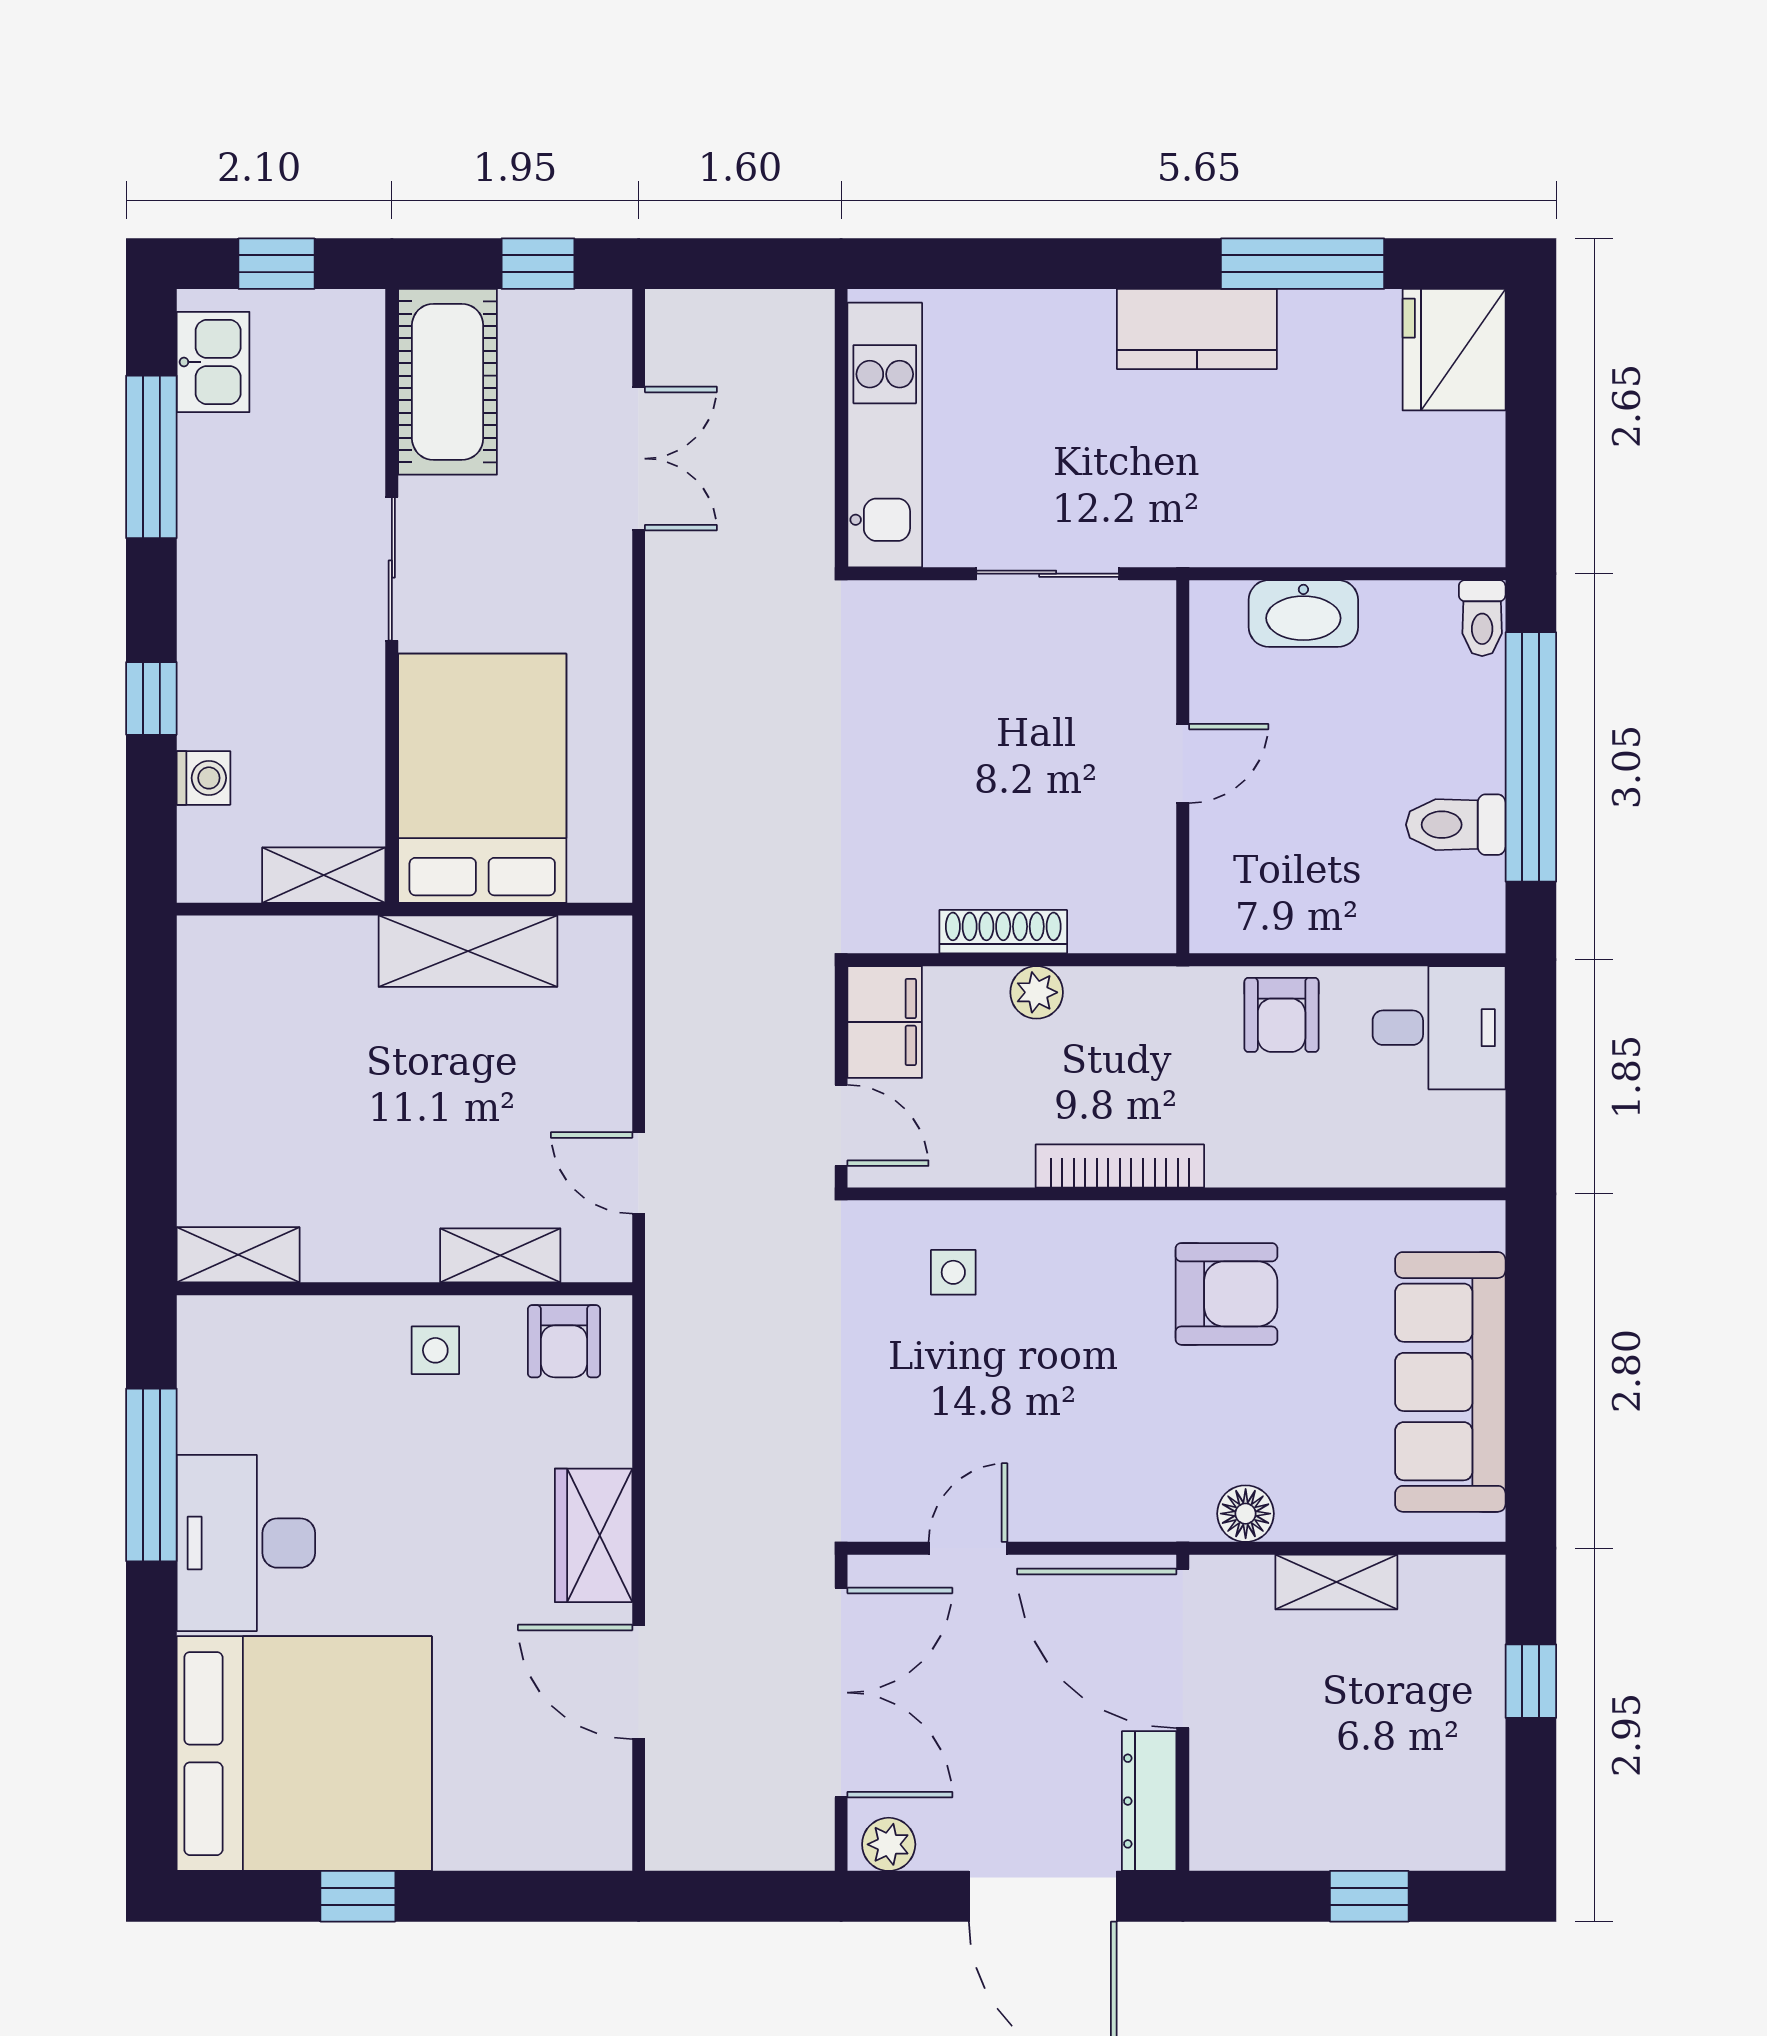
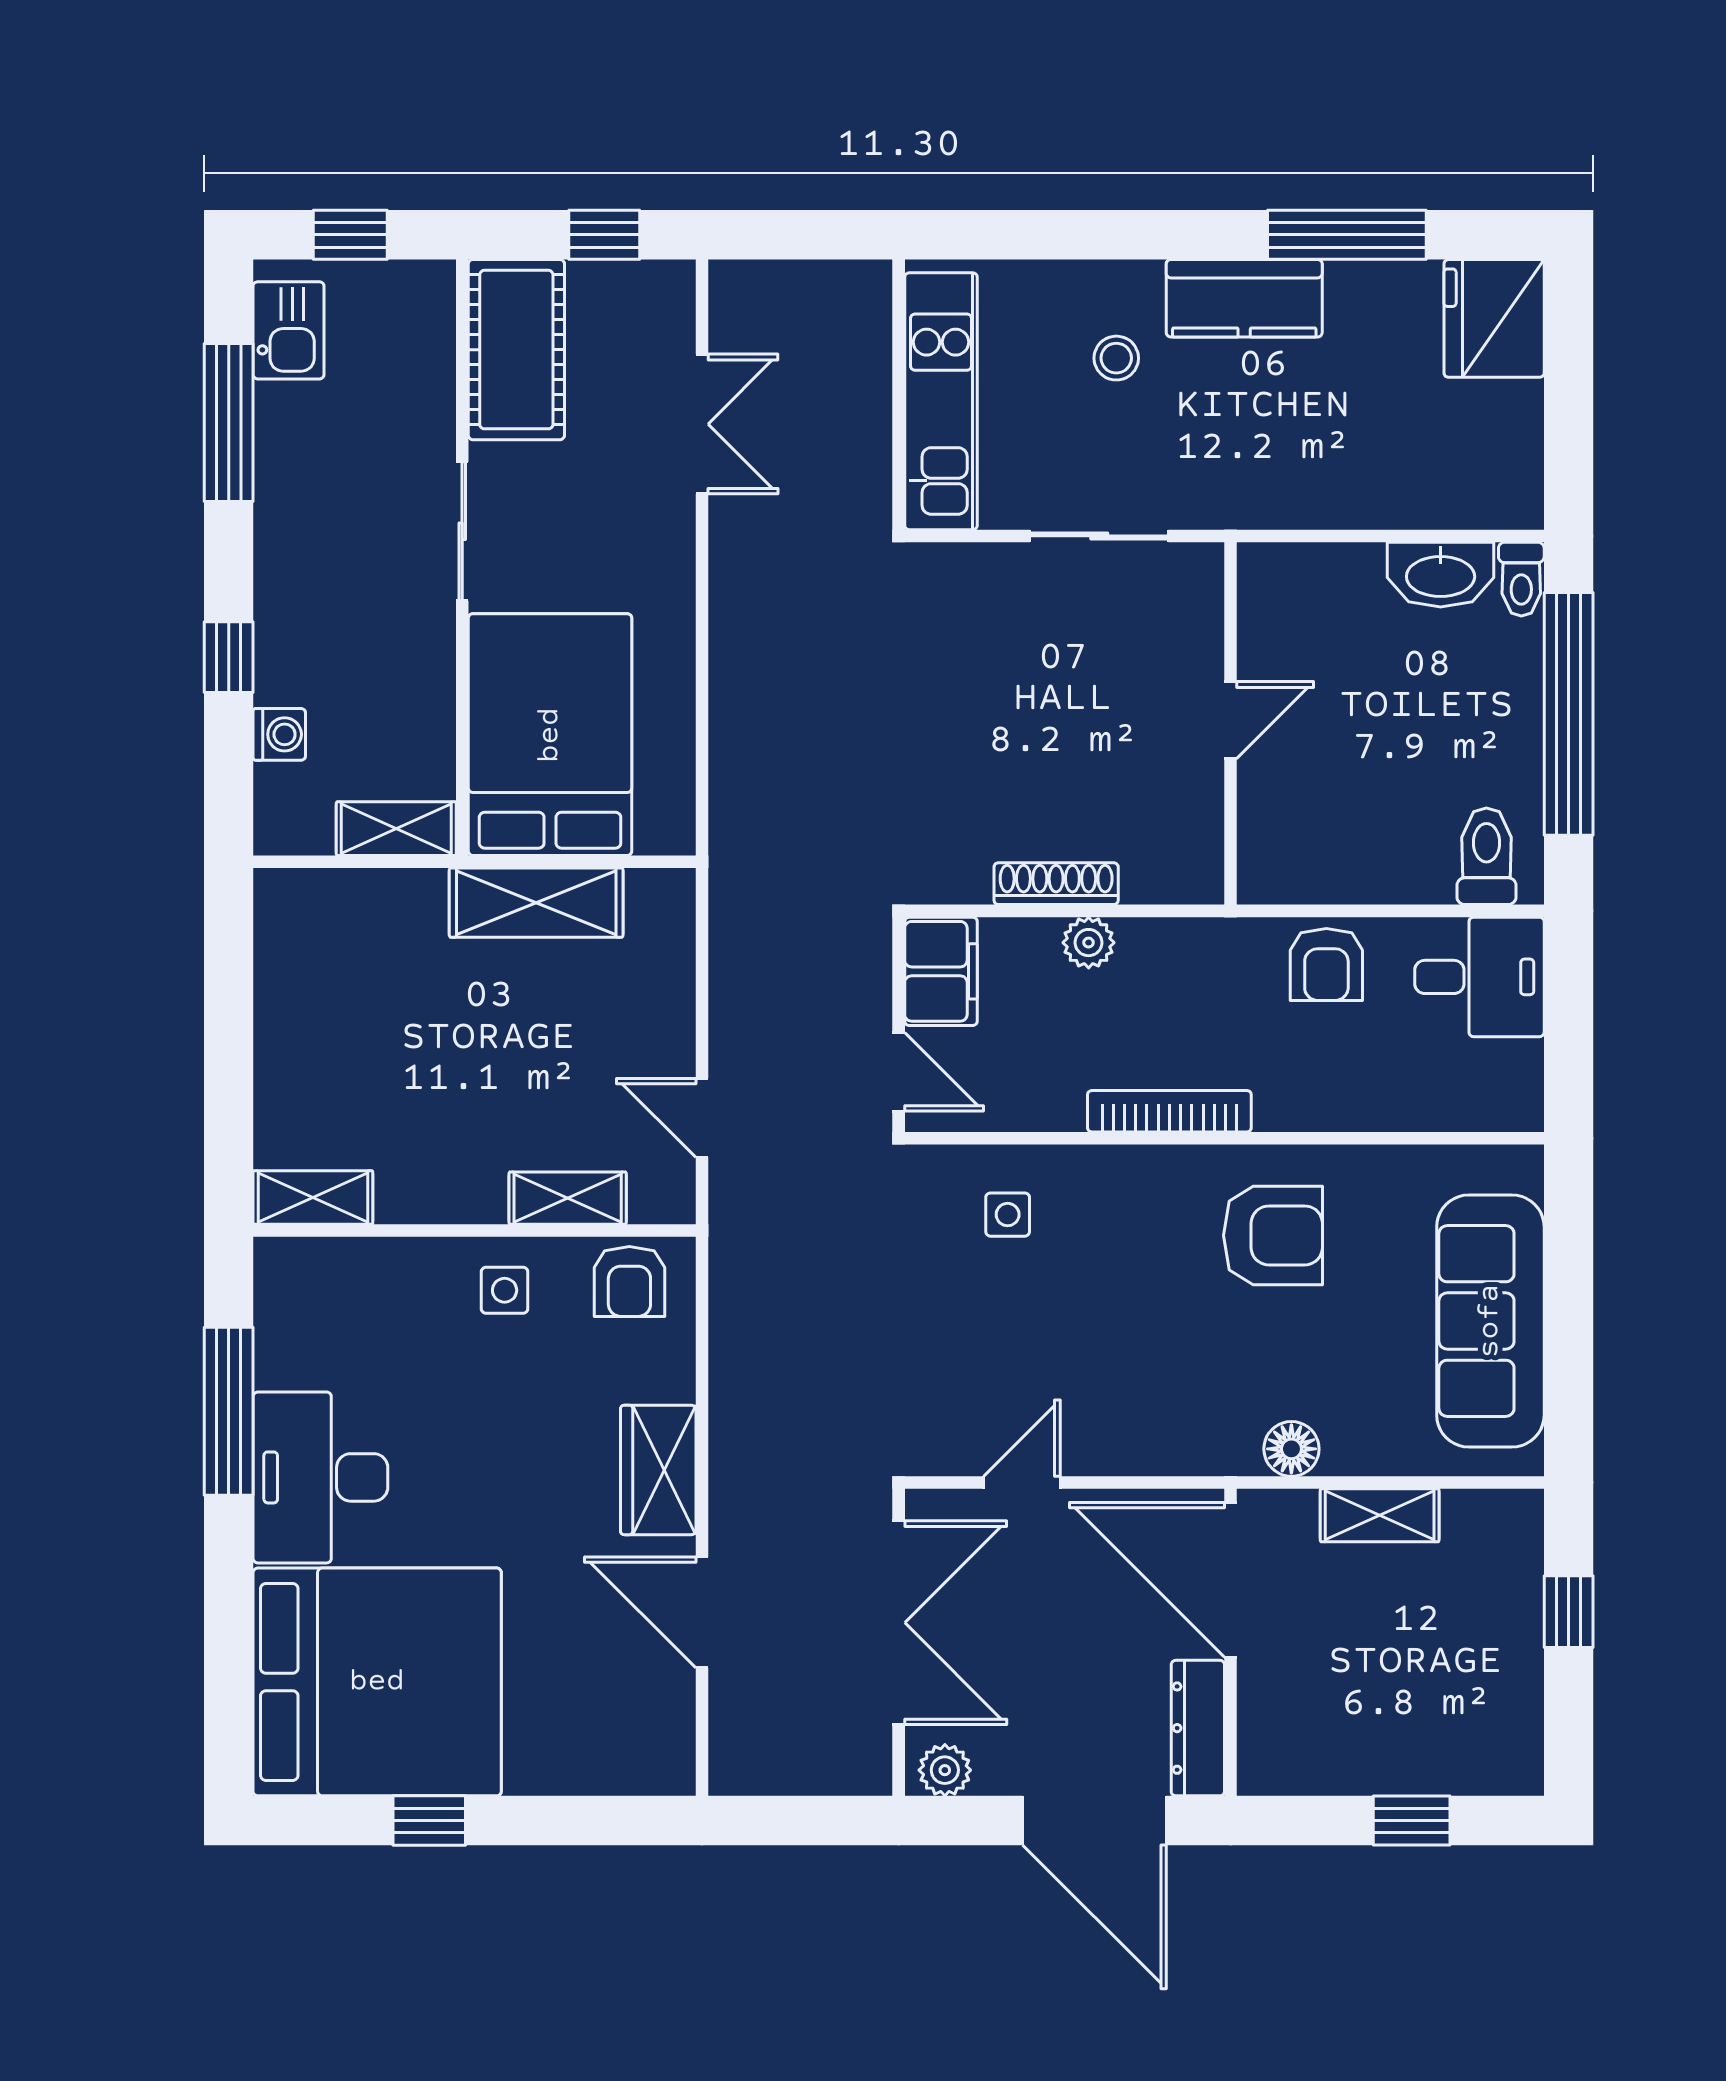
stool: (1065, 391) -> (1116, 358), added
washbasin: (1303, 613) -> (1441, 575), moved
toilet: (1456, 825) -> (1486, 856), moved, turned 90

